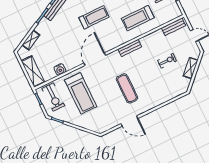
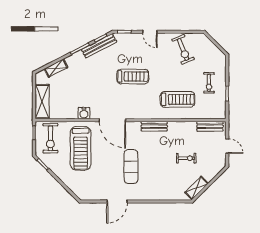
treadmill: (138, 18) -> (178, 99), turned 180
door: (95, 59) -> (112, 120), swing flipped
shelving: (191, 68) -> (196, 188), moved
water cooler: (60, 69) -> (84, 113), moved
door: (129, 121) -> (117, 202), hinge flipped

